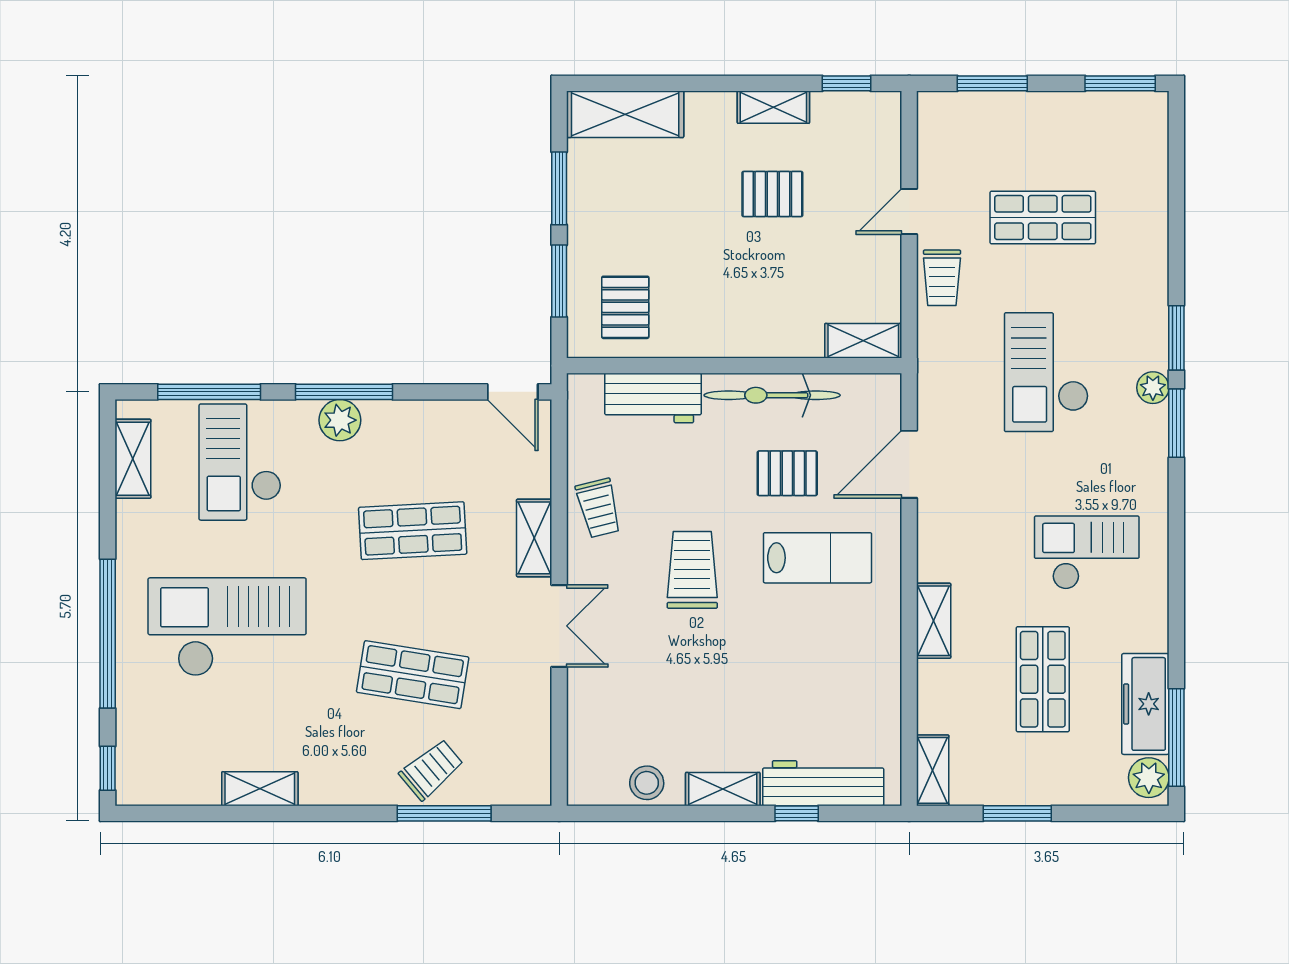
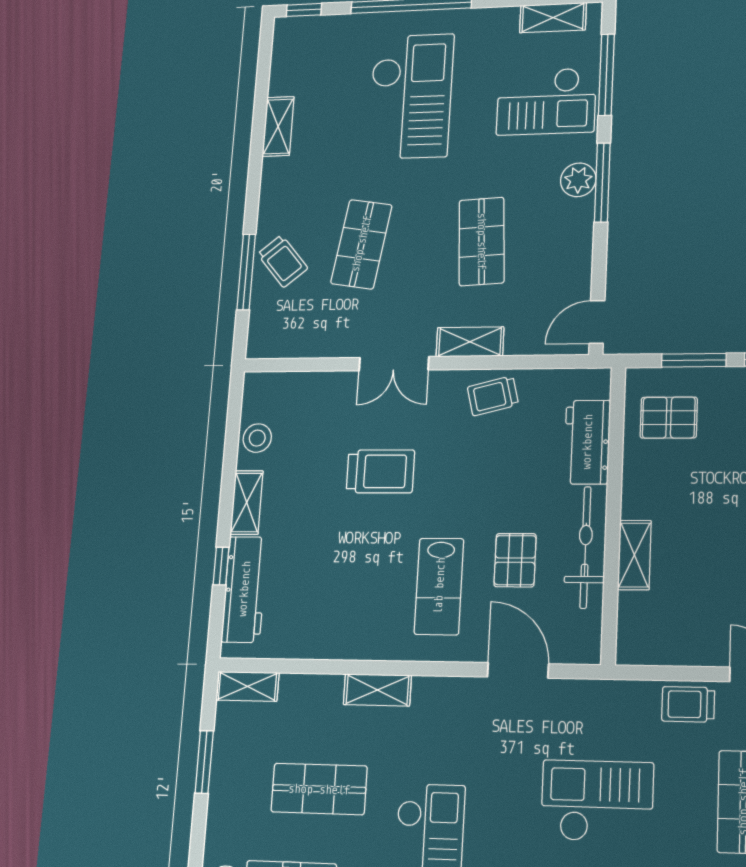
shelving: (863, 341) -> (634, 555), moved
checkout: (240, 462) -> (546, 101), turned 180
trolley: (692, 570) -> (380, 471), moved

